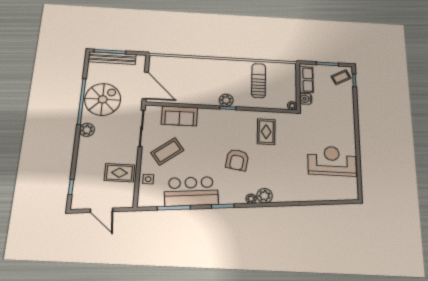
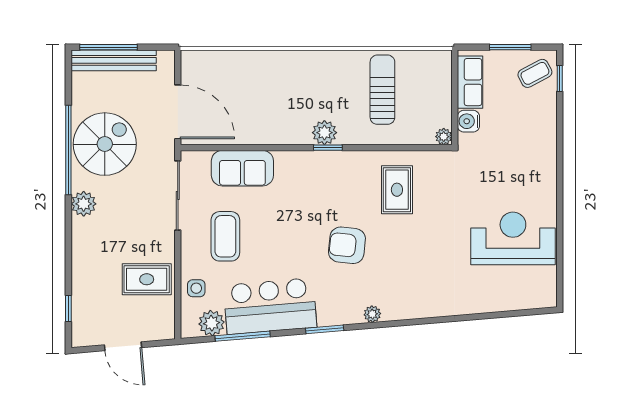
coffee table: (167, 151) -> (225, 236), turned -53
armchair: (237, 160) -> (347, 245), turned 87
plant: (265, 196) -> (212, 323), moved

